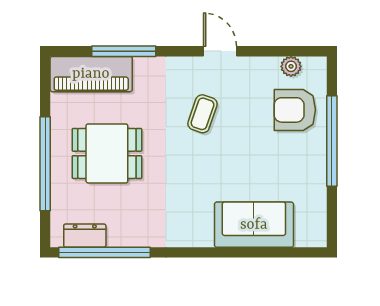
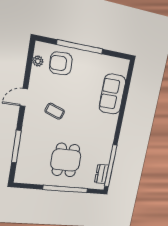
piano: (91, 74) -> (26, 164), removed
armchair: (295, 110) -> (61, 63), turned 87

